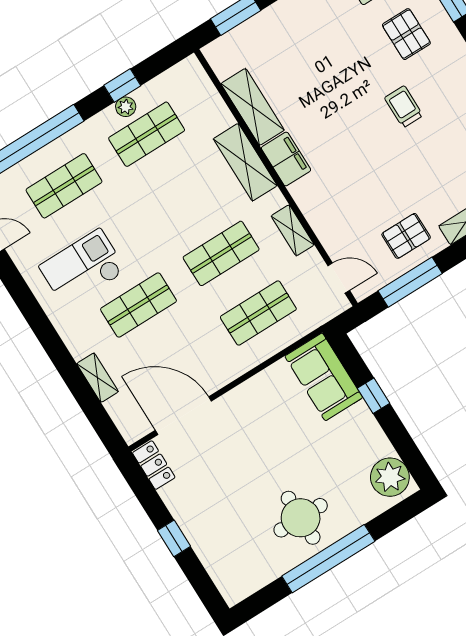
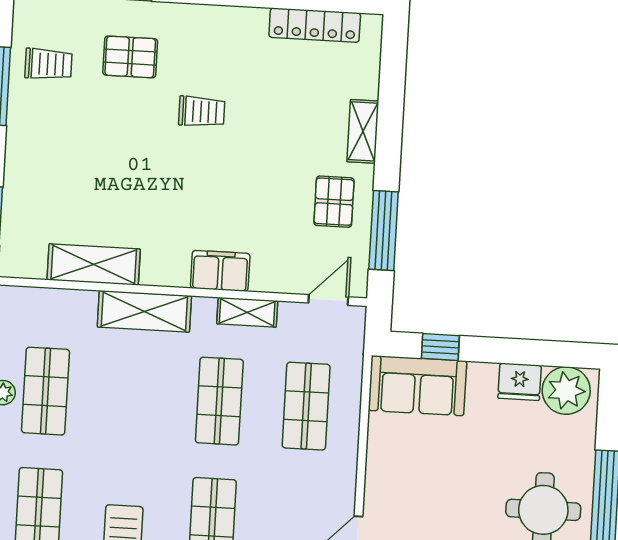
trolley: (404, 107) -> (202, 112), turned 180
filing cabinet: (286, 159) -> (220, 271), moved
window: (374, 396) -> (440, 347), moved
fridge: (374, 442) -> (520, 382), added

